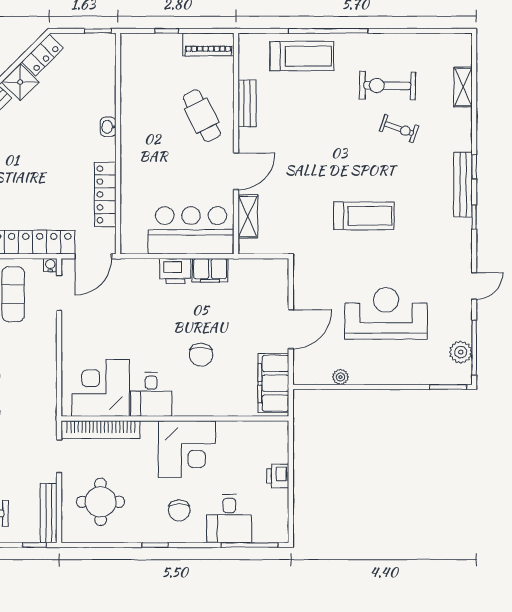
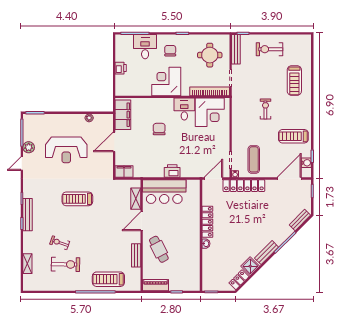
locker: (105, 194) -> (207, 222), moved
filing cabinet: (210, 270) -> (124, 171), moved
plant: (461, 352) -> (29, 147), moved

